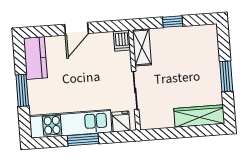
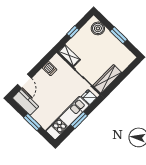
door: (77, 29) -> (24, 81), moved
dishwasher: (122, 41) -> (50, 69), moved
boiler: (208, 45) -> (98, 28), added
wardrobe: (199, 116) -> (107, 79), moved

